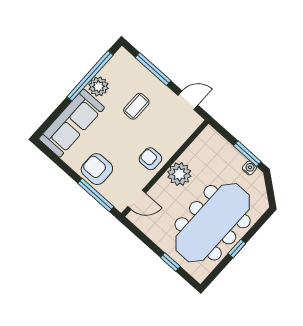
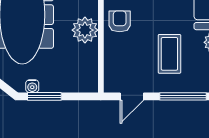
coffee table: (136, 106) -> (169, 54), width x1.36, depth x1.30
armchair: (150, 159) -> (120, 21), turned -90

